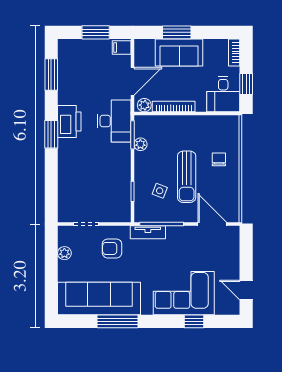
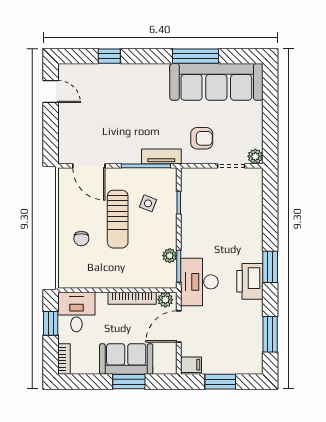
sun lounger: (187, 177) -> (118, 219), turned 180
plant: (64, 253) -> (255, 156), moved
corner sofa: (184, 293) -> (121, 88), removed

